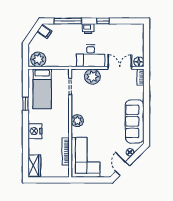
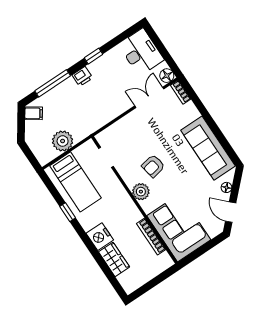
desk: (91, 56) -> (141, 52), moved, turned -90
plant: (38, 59) -> (63, 141), moved
plant: (92, 77) -> (124, 129), removed
armchair: (95, 110) -> (153, 166), added
wardrobe: (34, 166) -> (114, 259), moved

